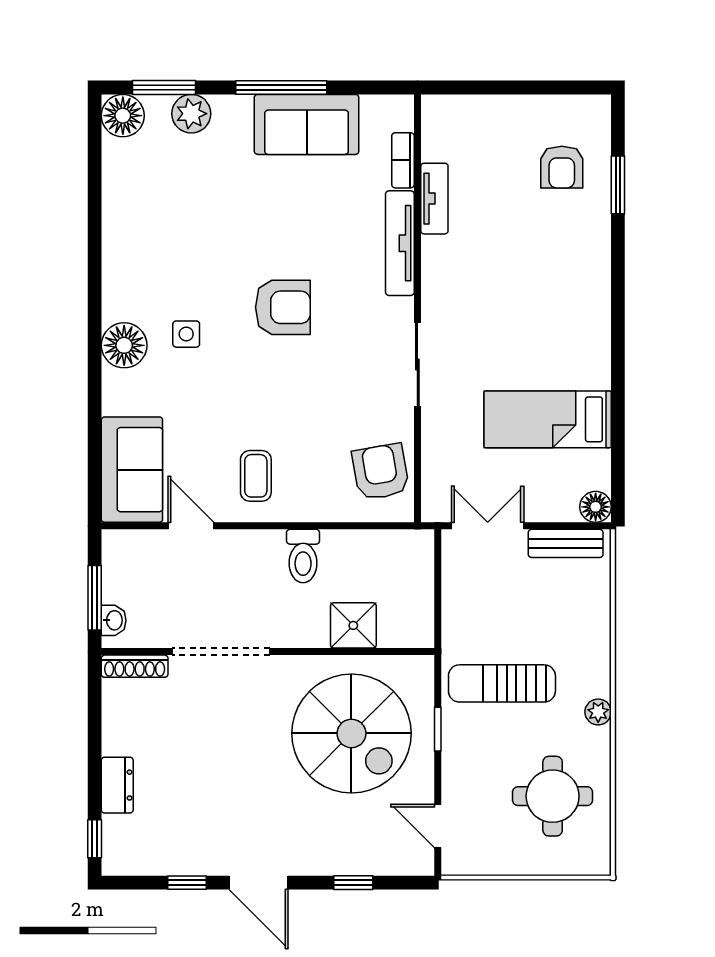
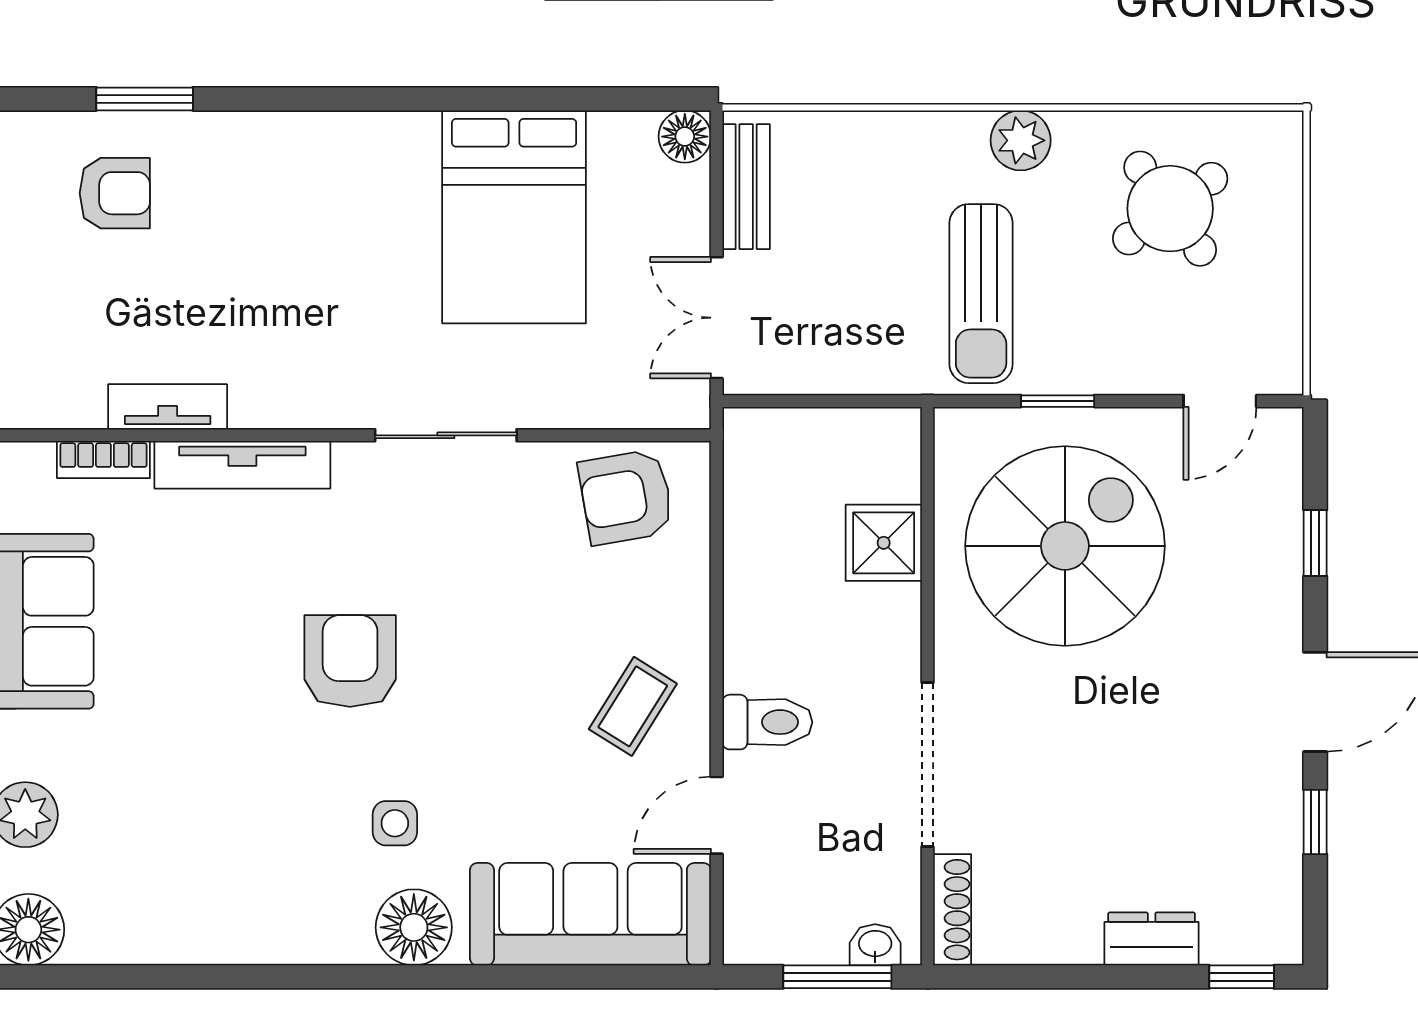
bed: (548, 419) -> (514, 217), width x1.50
sofa: (132, 470) -> (590, 914), width x1.36
coffee table: (256, 476) -> (633, 706), turned -58
toilet: (303, 556) -> (767, 722), moved
plant: (598, 712) -> (1021, 140), width x1.38, depth x1.38
round table: (553, 796) -> (1170, 209), turned -36

